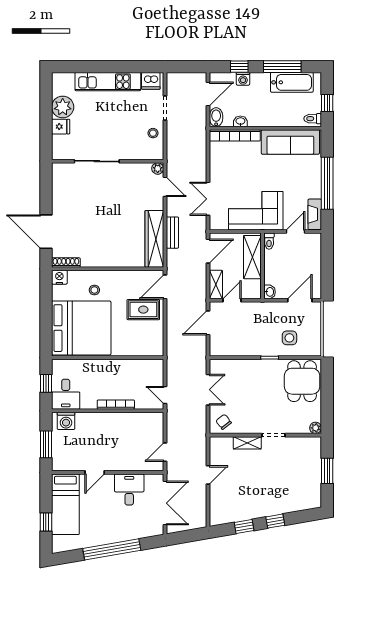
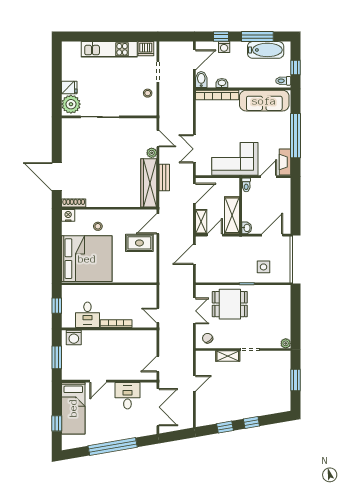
plant: (63, 107) -> (71, 104), moved
plant: (158, 169) -> (152, 153), moved
shelving: (252, 257) -> (232, 215), moved
dining table: (302, 381) -> (230, 304), moved, turned 90
desk: (66, 394) -> (87, 315), moved

